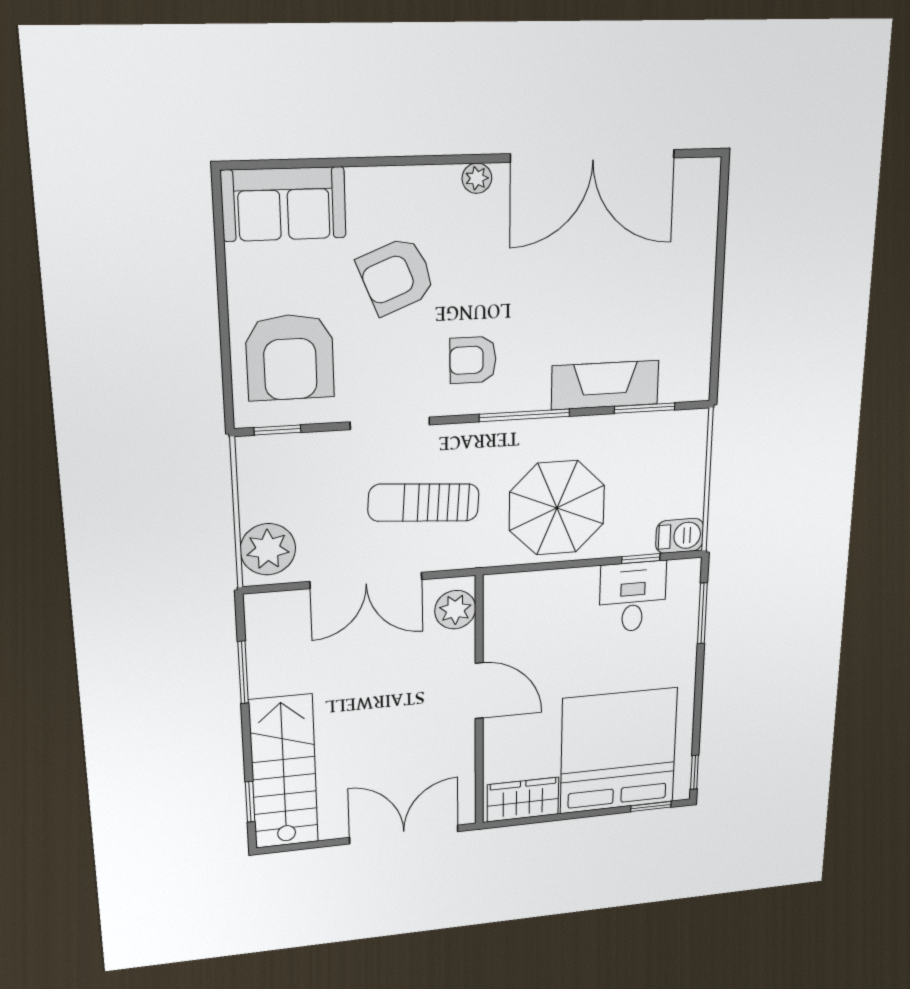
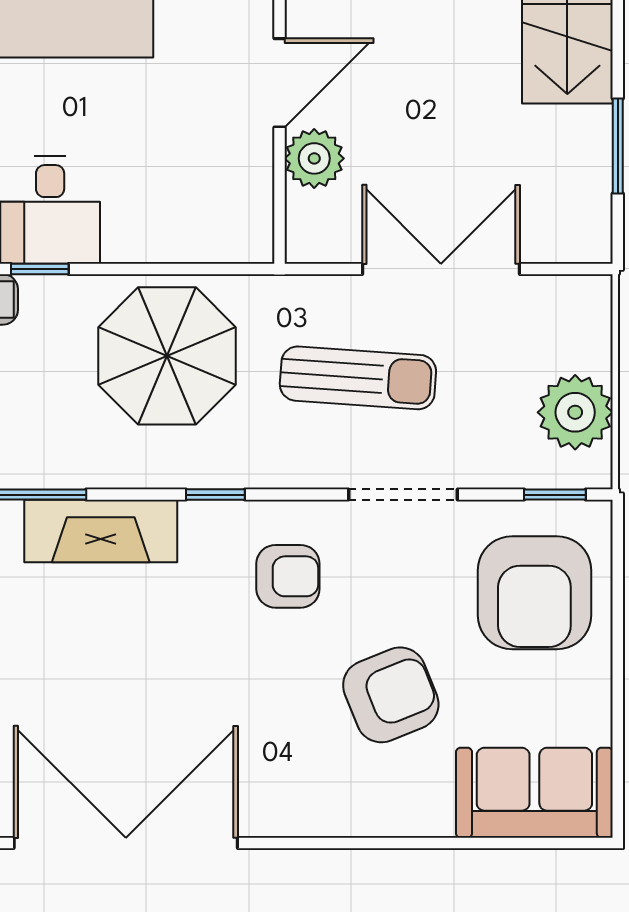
plant: (477, 178) -> (282, 818), removed
armchair: (290, 357) -> (534, 593), turned 180
window: (525, 415) -> (215, 495), width x0.46
plant: (268, 549) -> (575, 412), moved
plant: (455, 610) -> (314, 158), moved
door: (479, 691) -> (279, 83), swing flipped

